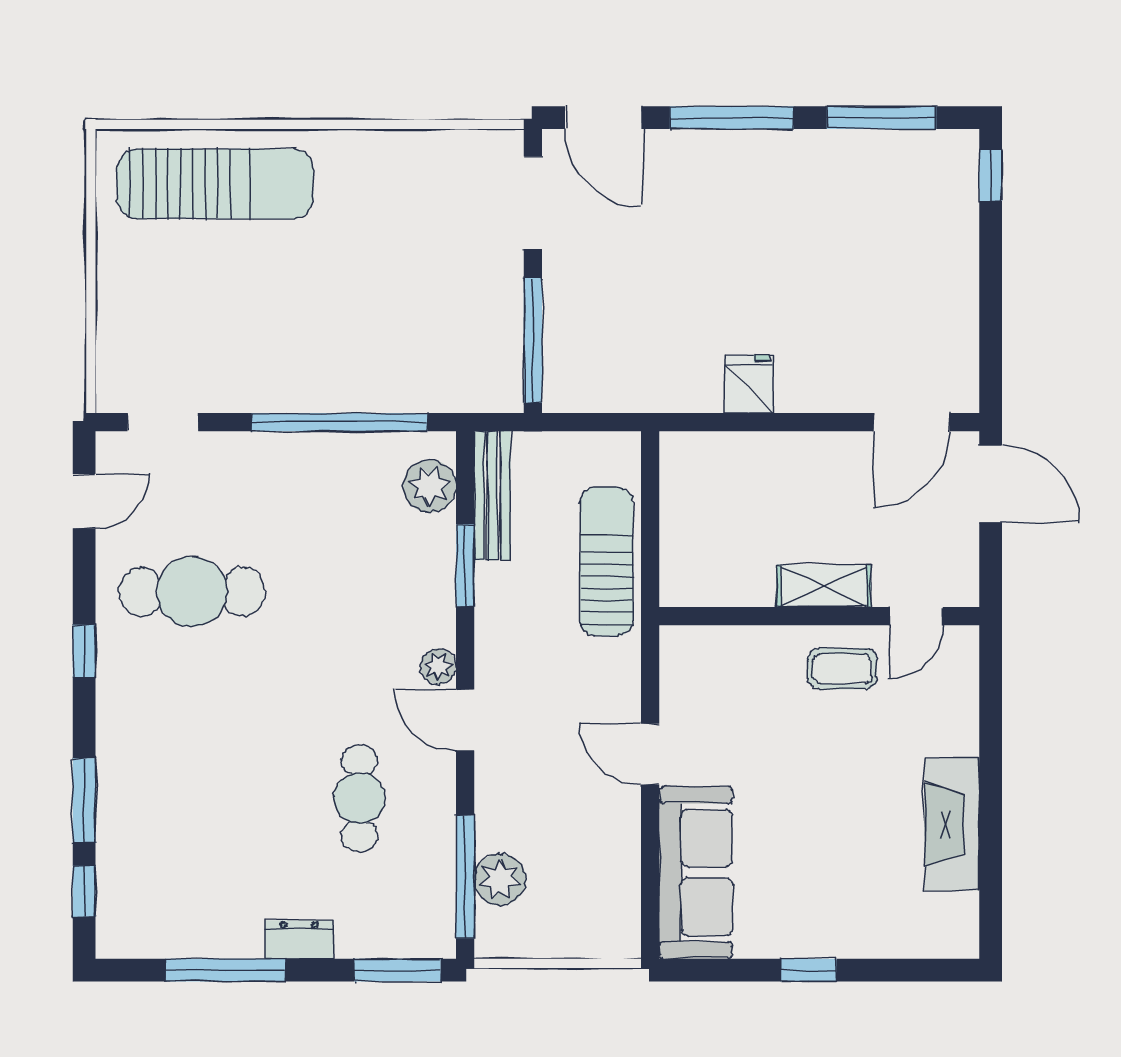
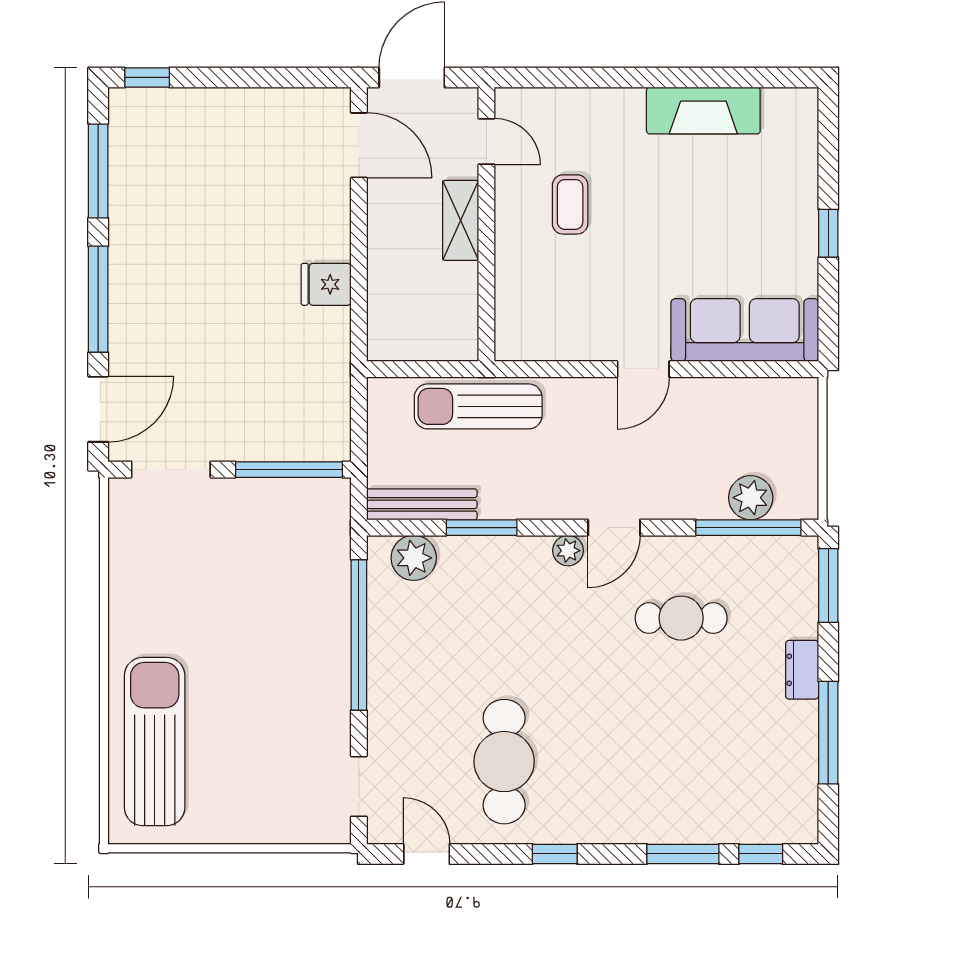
shelving: (824, 586) -> (461, 220), moved
wall: (819, 616) -> (486, 224), moved
door: (916, 616) -> (486, 141), moved

